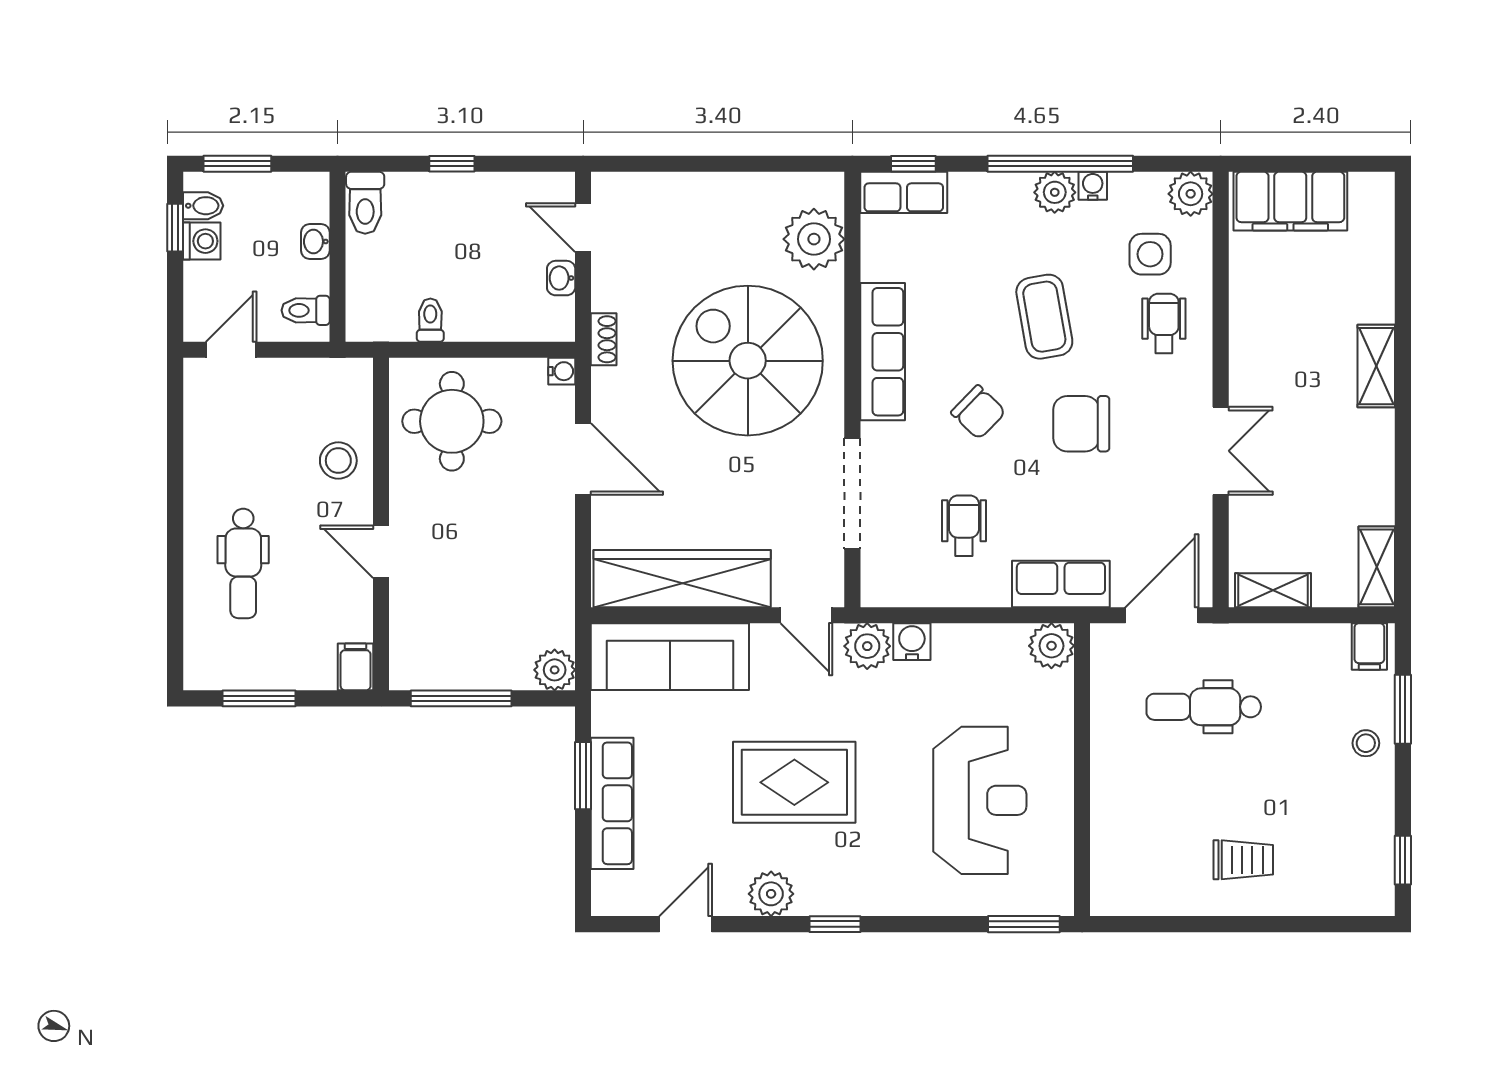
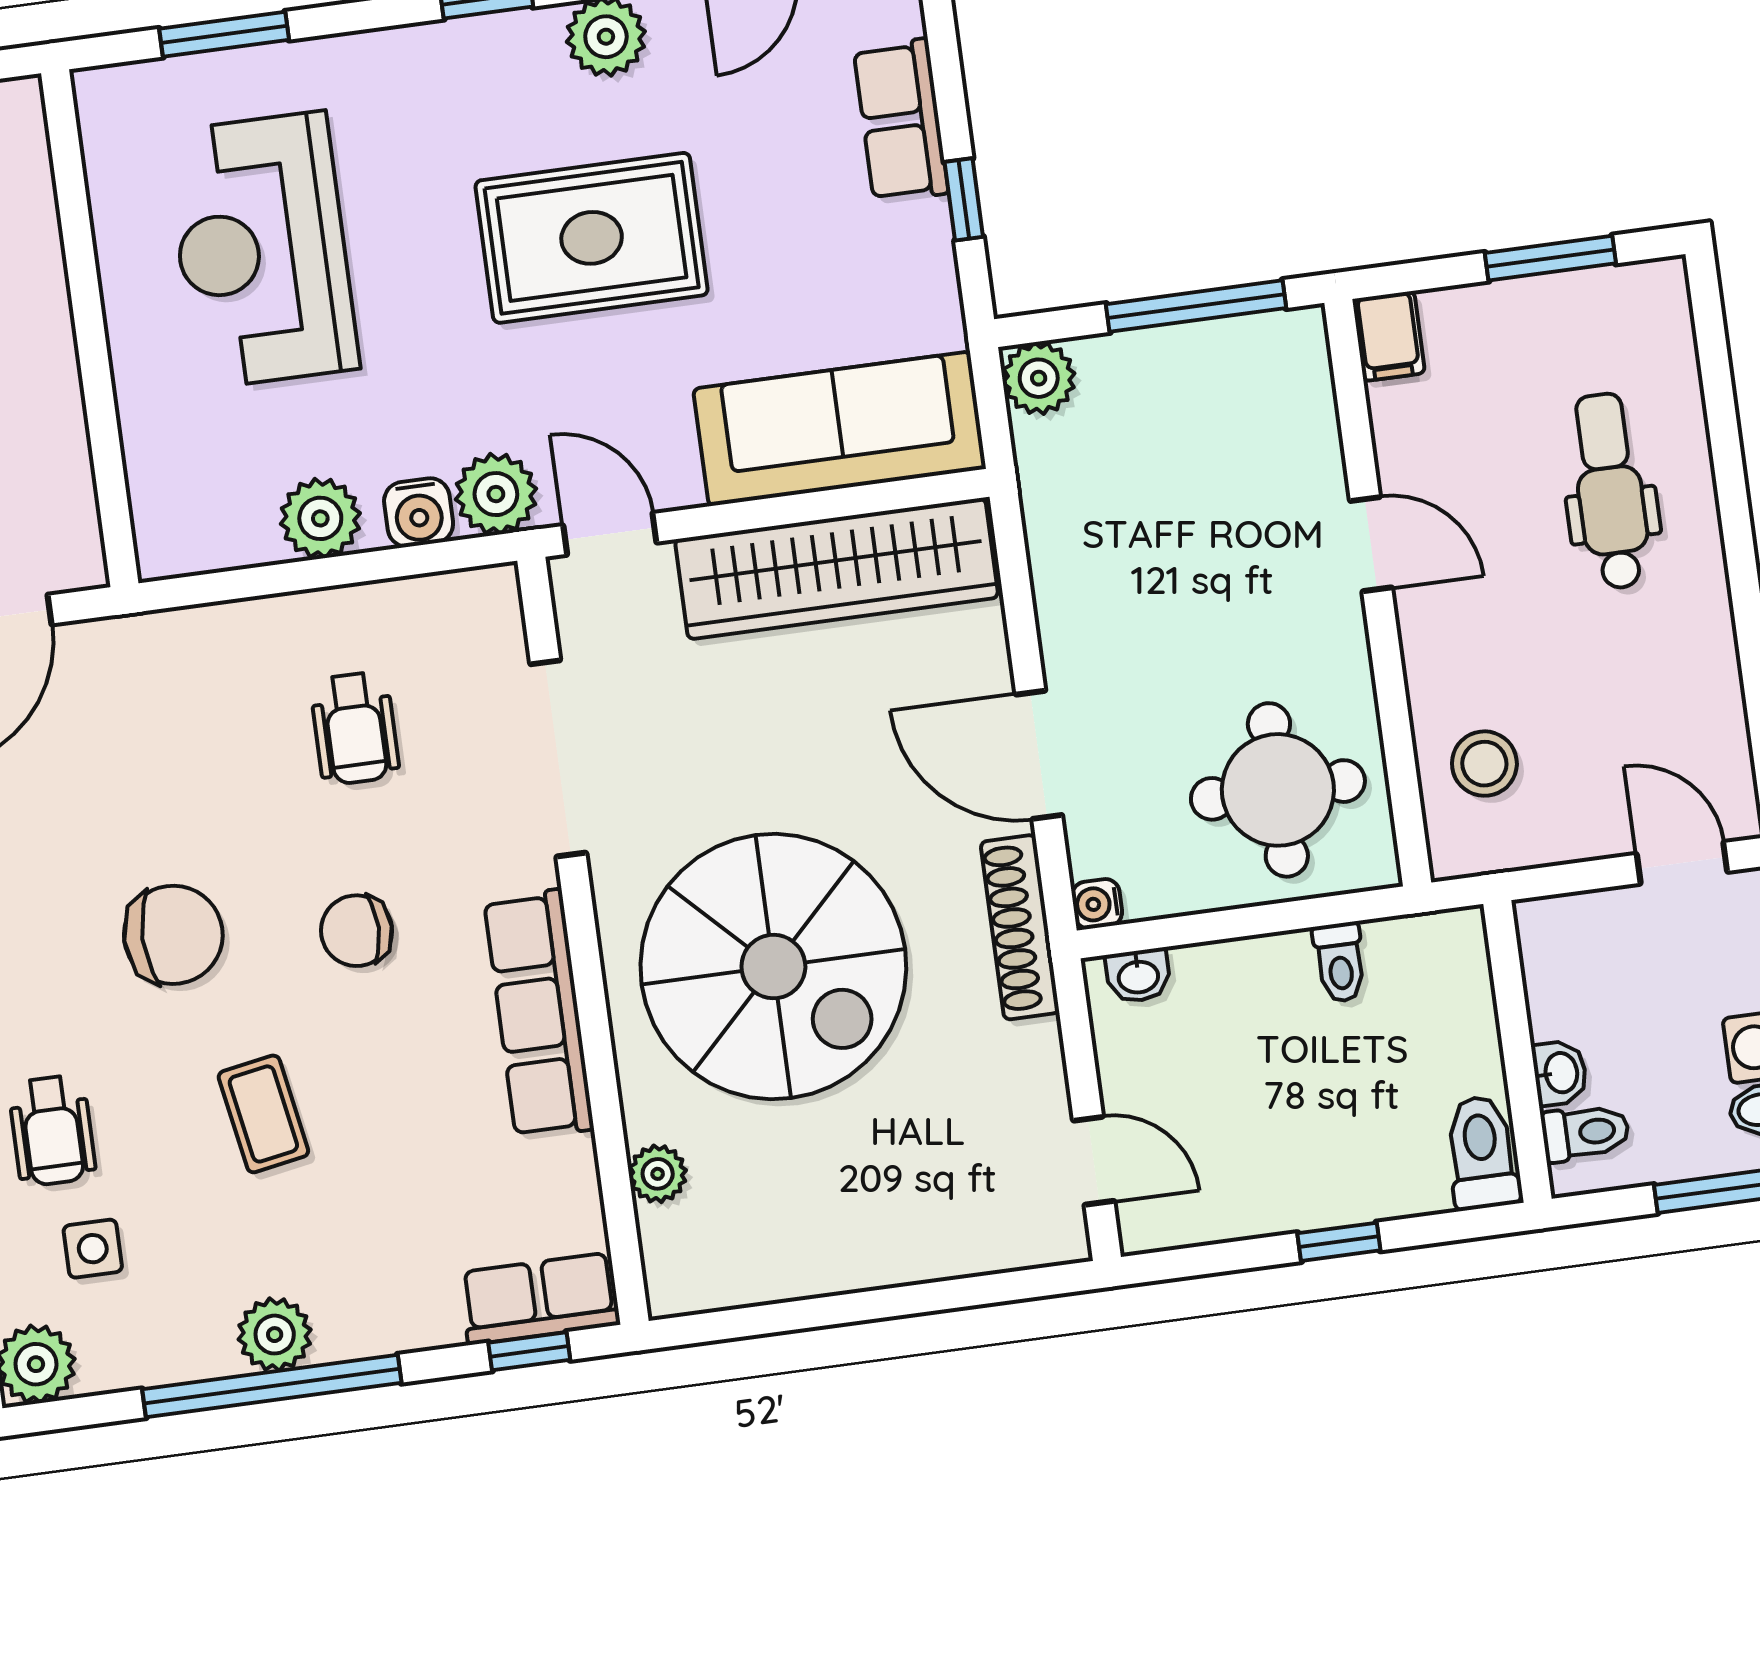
water cooler: (1093, 186) -> (210, 1355), removed
plant: (814, 239) -> (658, 1174), width x0.53, depth x0.53
side table: (1150, 254) -> (93, 1249), width x0.73, depth x0.73
washbasin: (561, 278) -> (1138, 976), moved, turned 90
toilet: (306, 310) -> (1585, 1133), moved
coffee table: (1044, 317) -> (263, 1114), width x0.73, depth x0.77
shoe rack: (604, 339) -> (1020, 927), width x1.94, depth x1.24
door: (231, 350) -> (1682, 863), swing flipped
chair: (978, 412) -> (357, 931), turned -44
stool: (338, 461) -> (1484, 764), moved
row of seats: (1061, 584) -> (171, 649), removed
plant: (1051, 646) -> (320, 518), moved
window: (583, 776) -> (964, 199), width x0.67
row of seats: (612, 803) -> (901, 121), width x0.68
window: (1024, 924) -> (224, 34), moved

